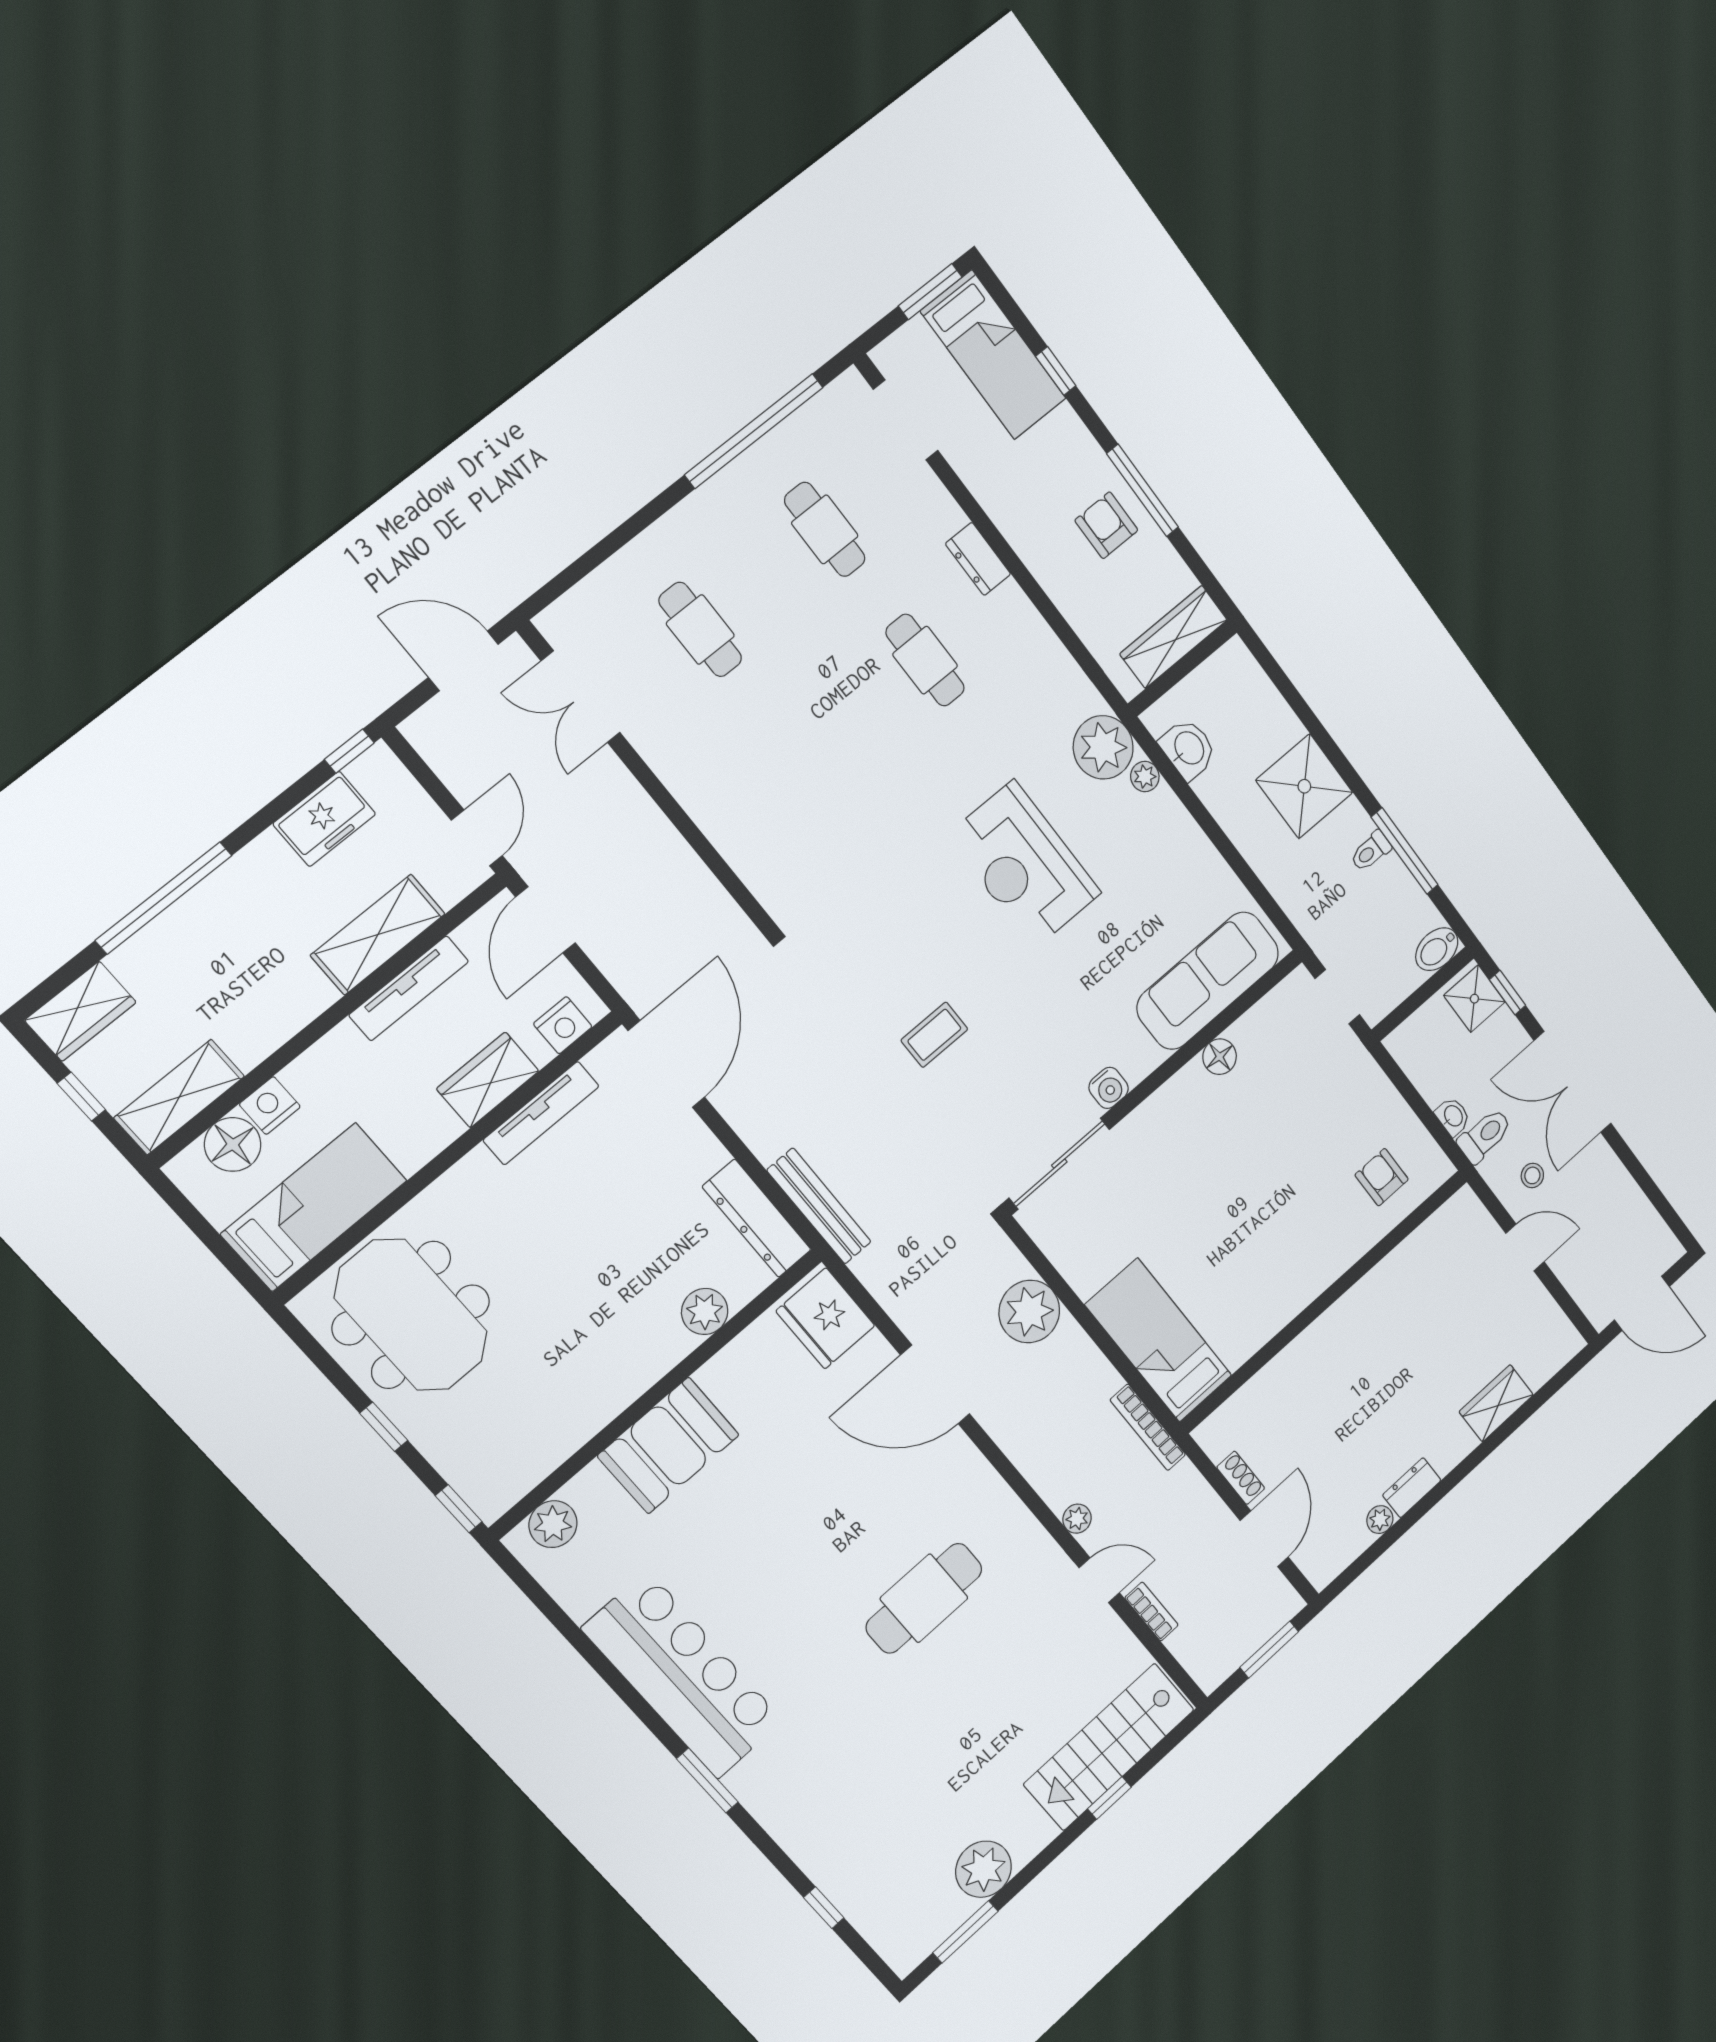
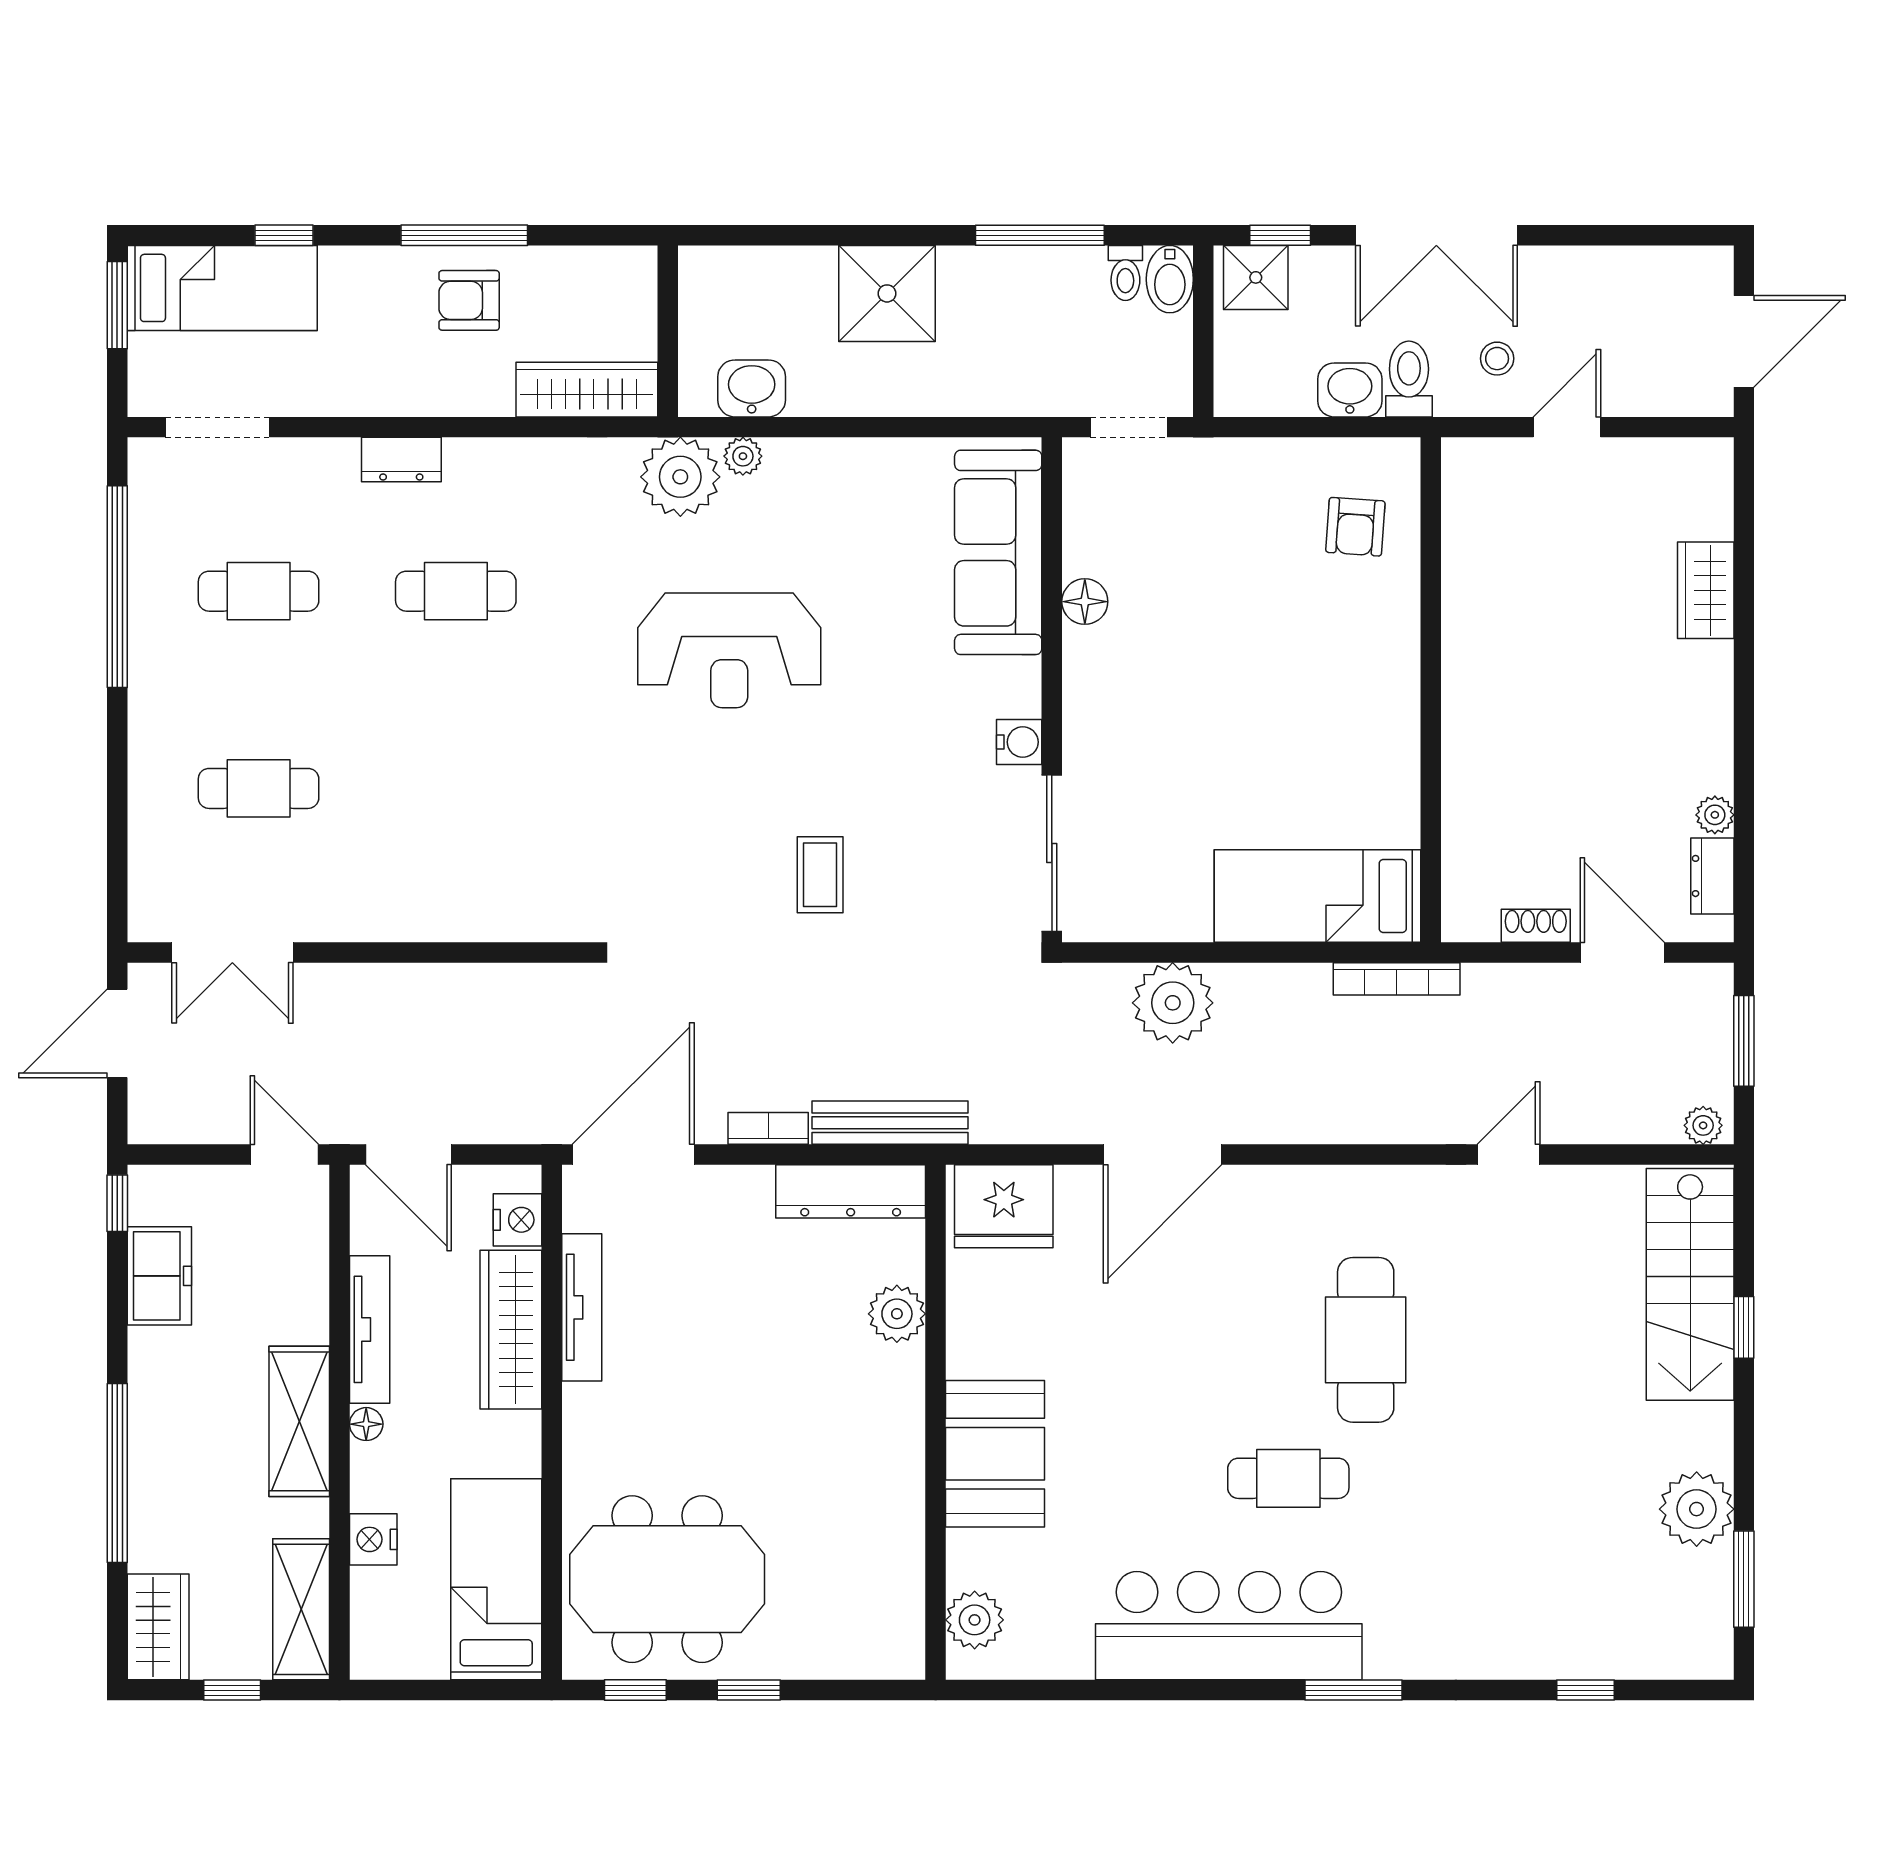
wardrobe: (1174, 637) -> (587, 390), moved, turned 90
toilet: (1371, 851) -> (1125, 273), moved
shelving: (378, 935) -> (299, 1421), moved
door: (666, 1064) -> (633, 1155), hinge flipped
wardrobe: (488, 1080) -> (511, 1330), width x1.50
washbasin: (1453, 1116) -> (1350, 390), width x1.38, depth x1.45
floor lamp: (233, 1144) -> (366, 1424), moved, width x0.53, depth x0.53
armchair: (1382, 1177) -> (1355, 527), turned -86
dresser: (1412, 1488) -> (1712, 876), moved
window: (459, 1509) -> (635, 1690), moved
plant: (1077, 1519) -> (1703, 1125), moved
bookcase: (1151, 1611) -> (768, 1128), moved
cafe table: (803, 1629) -> (1288, 1478), added

